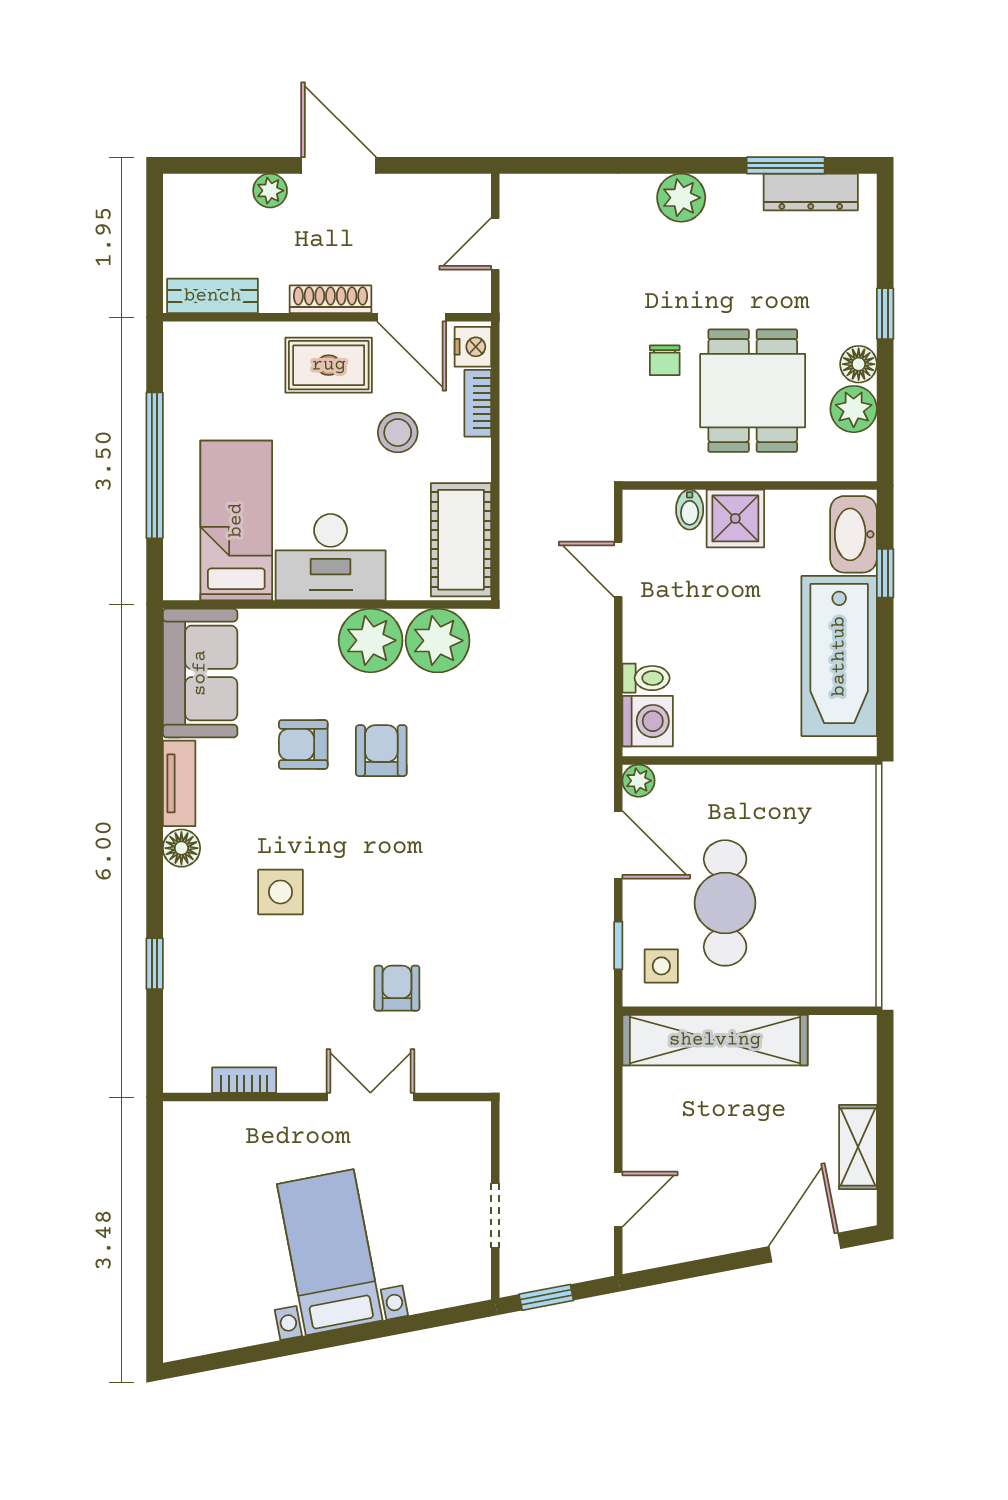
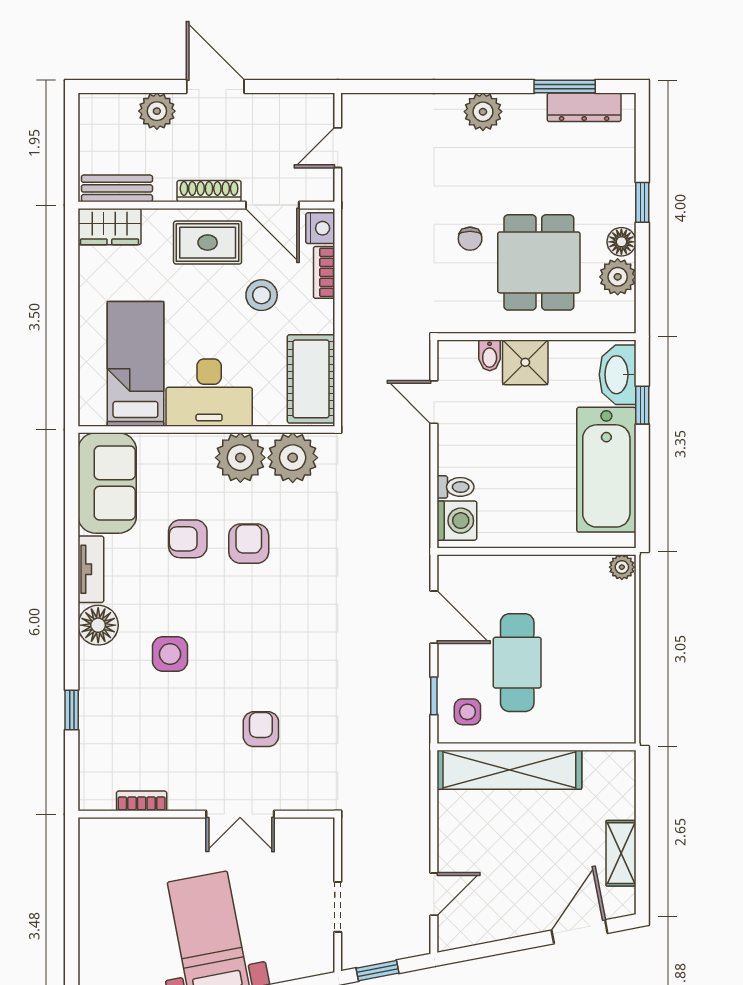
plant: (270, 191) -> (157, 111), width x1.38, depth x1.38
wardrobe: (203, 345) -> (109, 227), added
window: (155, 465) -> (72, 321), removed
plant: (639, 781) -> (622, 567), moved
floor lamp: (181, 848) -> (98, 625), width x1.38, depth x1.38
double door: (370, 1097) -> (240, 814), swing flipped

